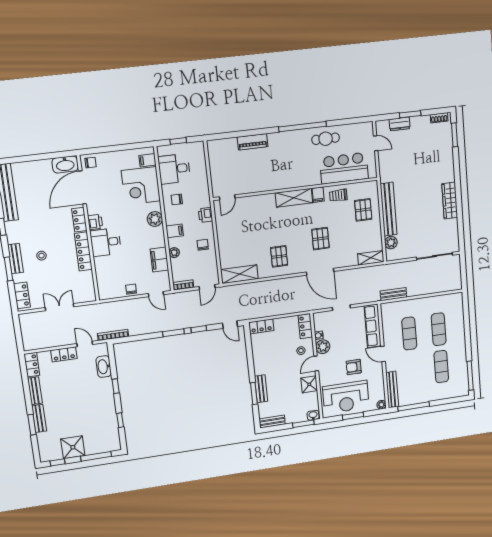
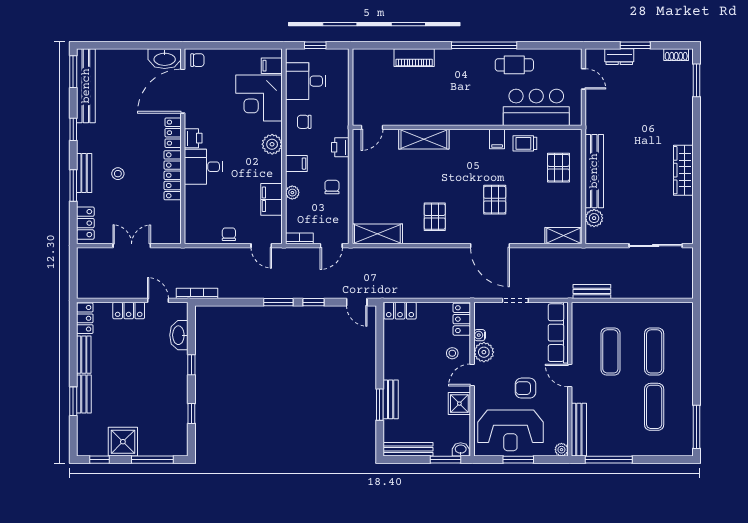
shelving: (294, 198) -> (424, 139), moved
bench: (272, 422) -> (408, 449), width x1.36

